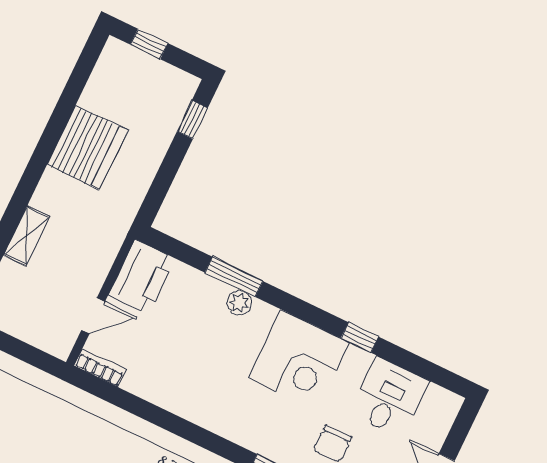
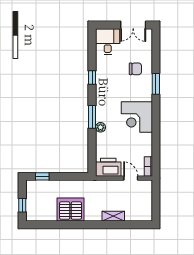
window: (234, 277) -> (92, 117), moved
corner desk: (299, 360) -> (137, 117), moved, turned 180
desk: (389, 397) -> (108, 42), moved, turned 90

